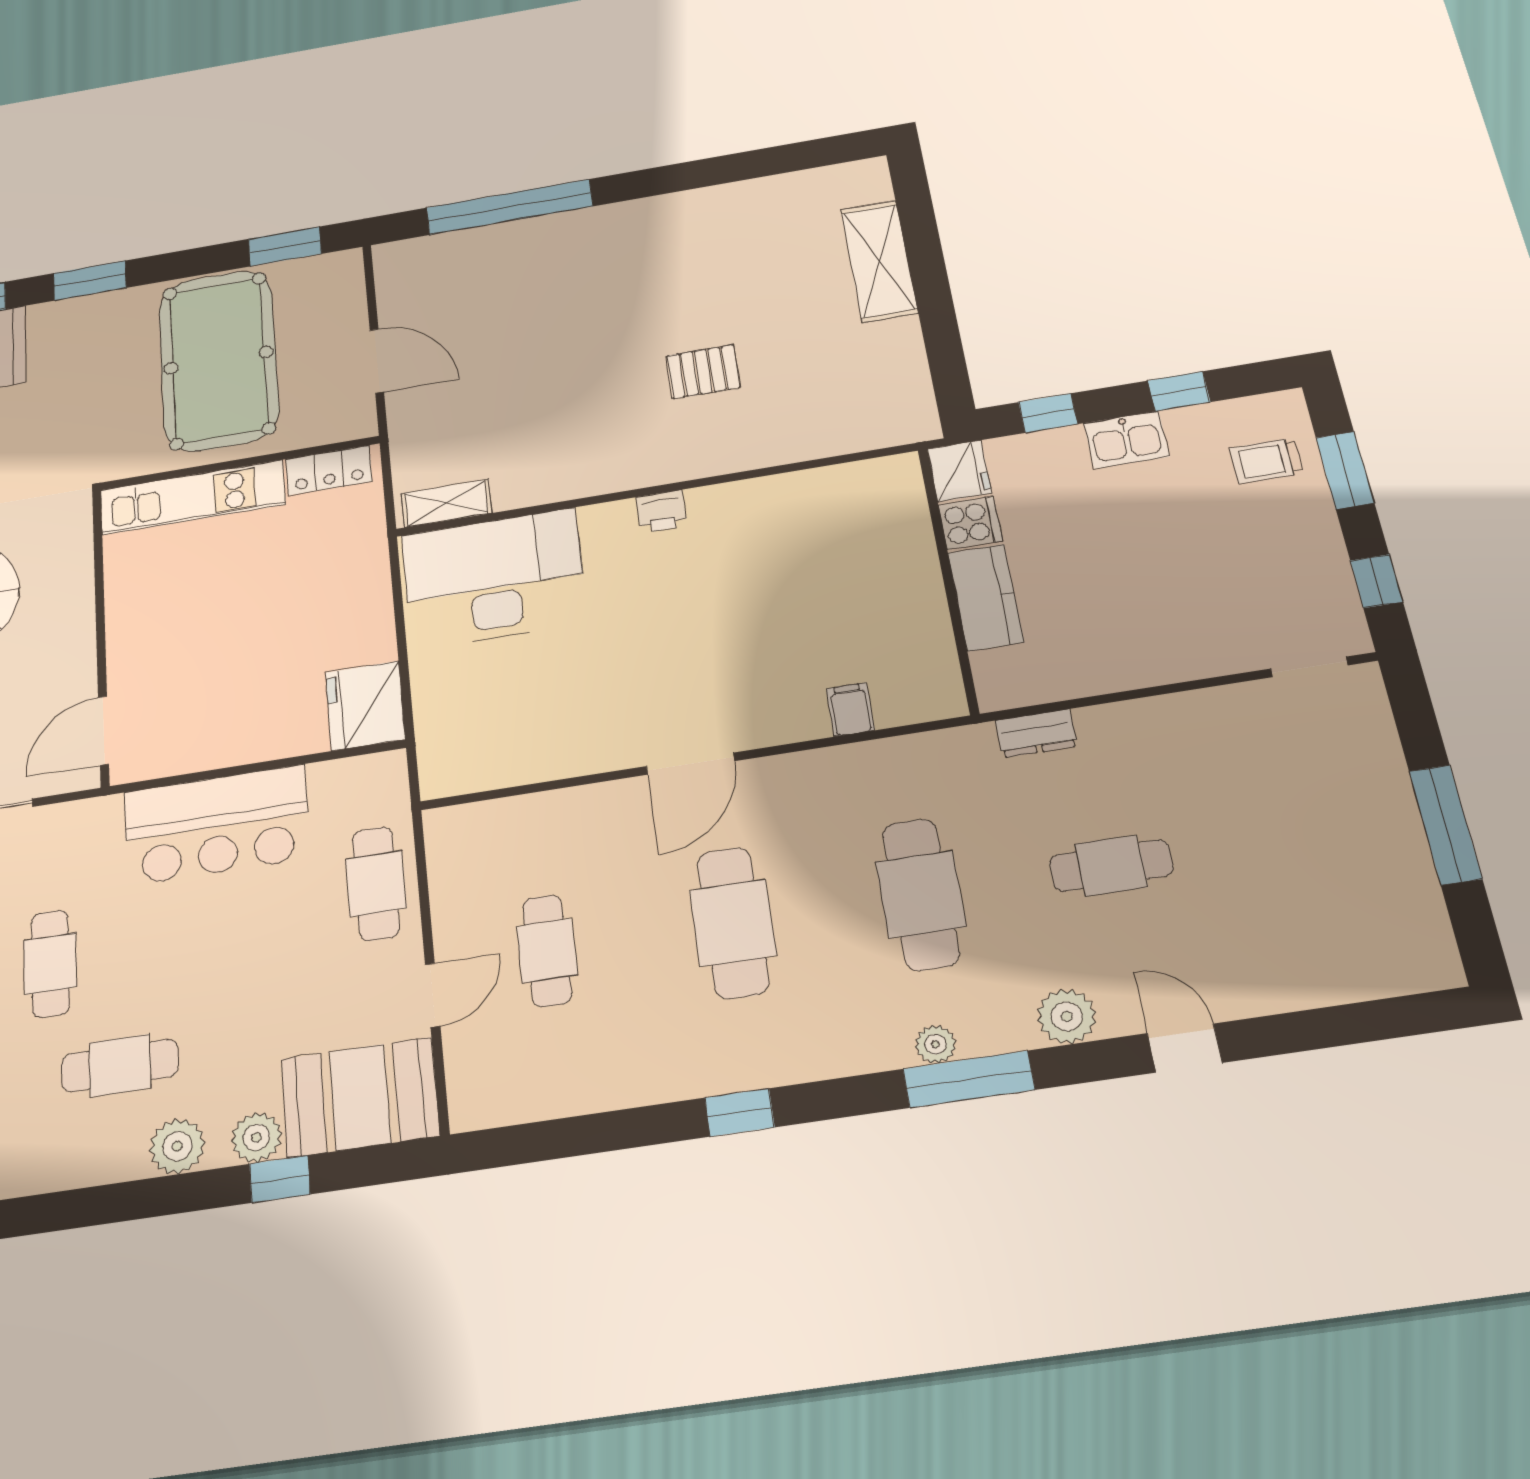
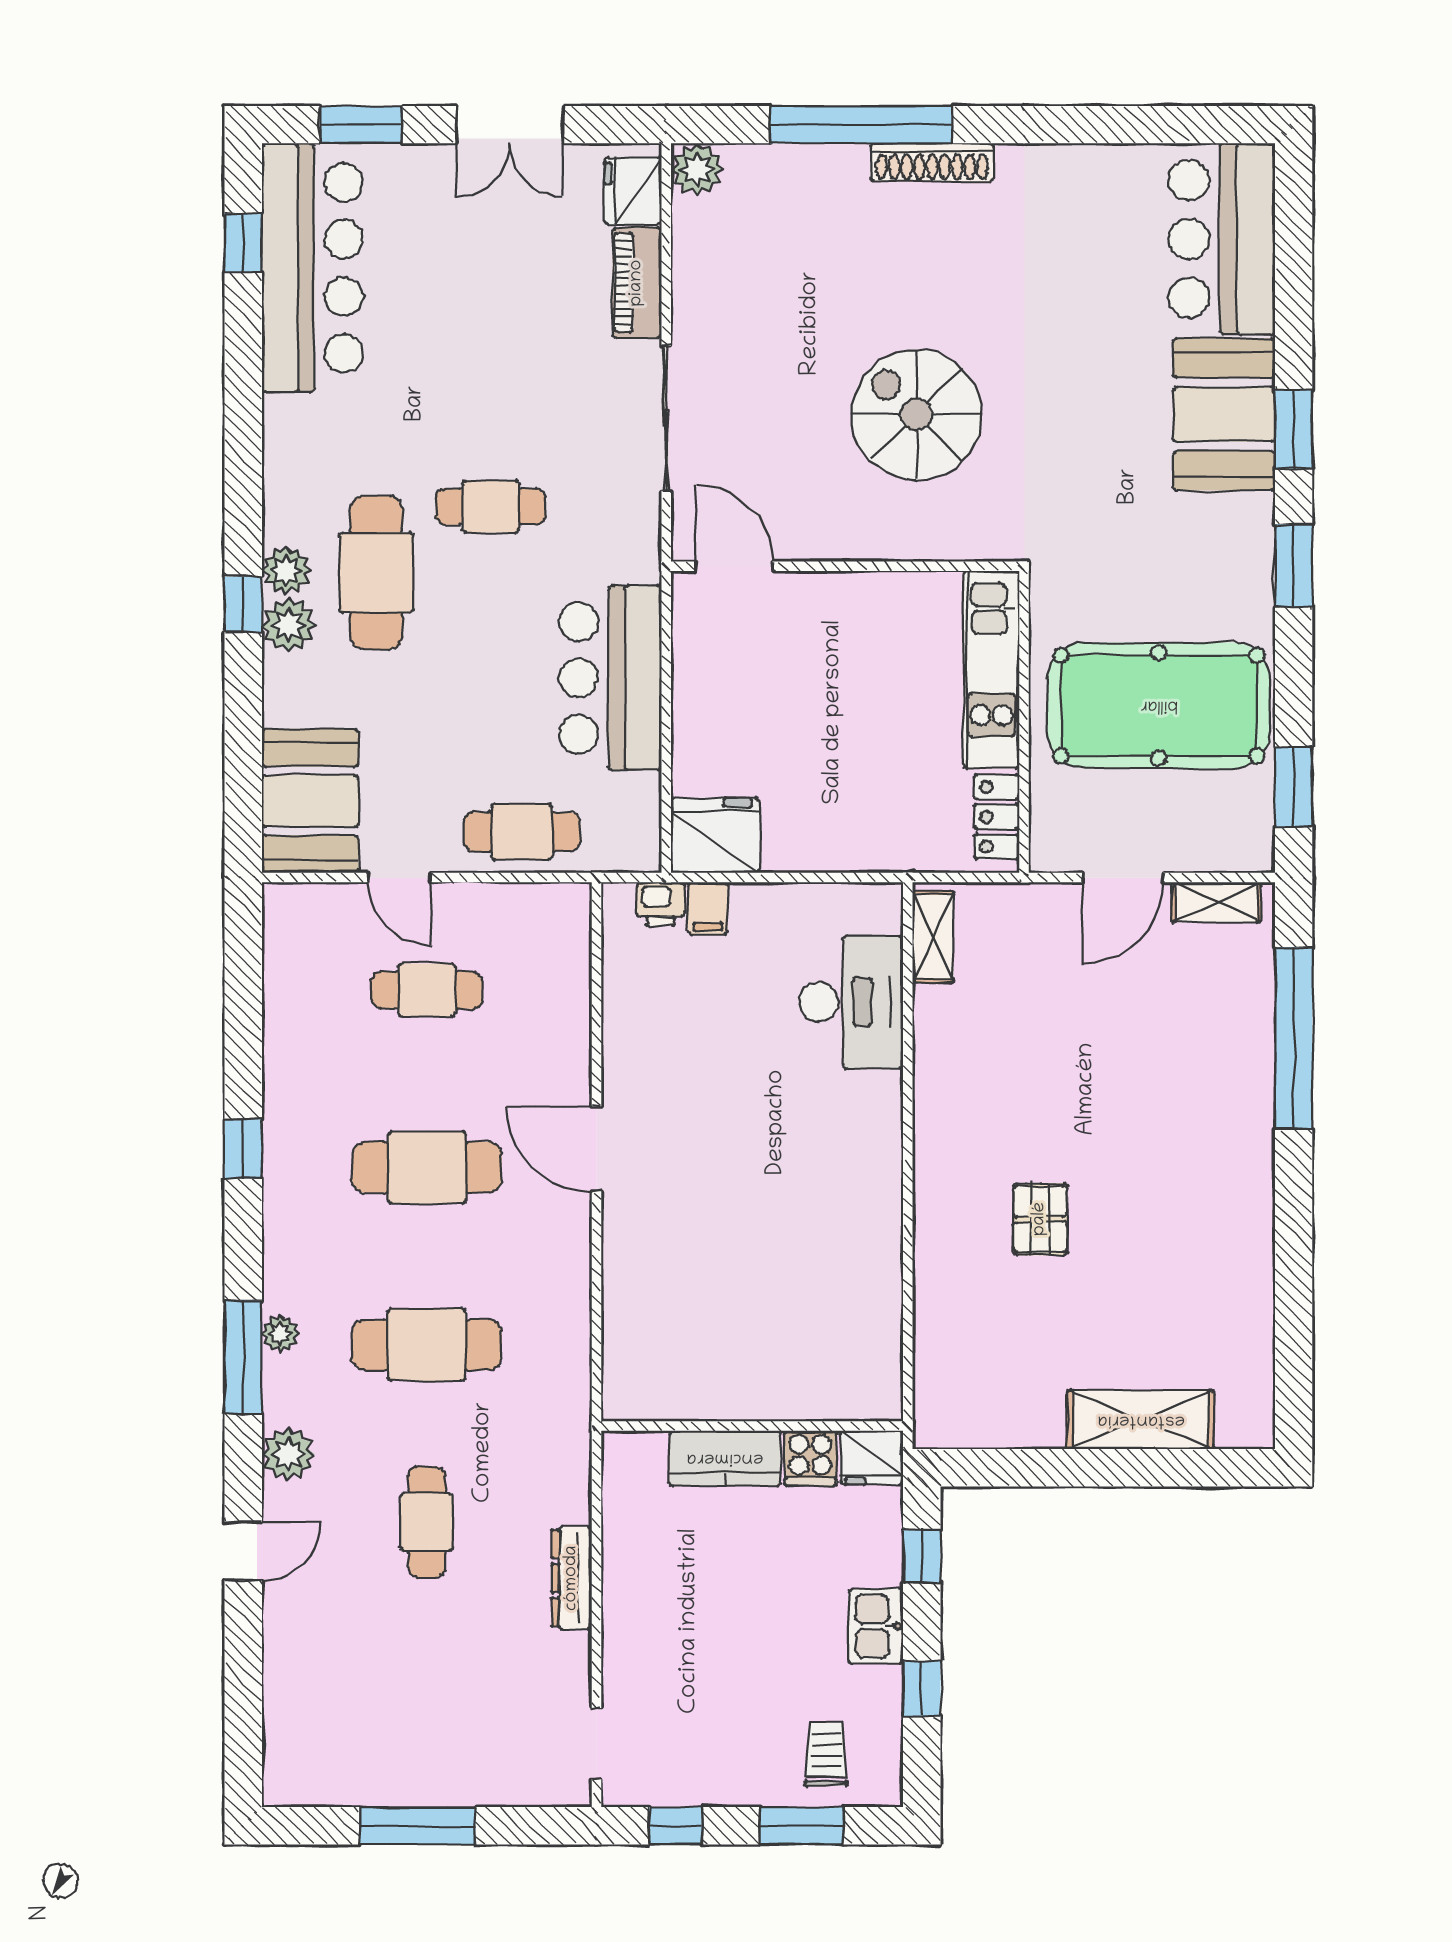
shelving: (393, 286) -> (1216, 902), added
printer: (661, 511) -> (661, 904), moved, turned -90
desk: (494, 579) -> (851, 1002), width x0.73, depth x0.77
filing cabinet: (850, 709) -> (708, 908), moved, turned 90
dresser: (1036, 733) -> (572, 1578), moved, width x1.44
cafe table: (120, 1065) -> (376, 573), width x1.37, depth x1.35
plant: (257, 1137) -> (286, 570), moved
window: (280, 1179) -> (243, 604), moved

